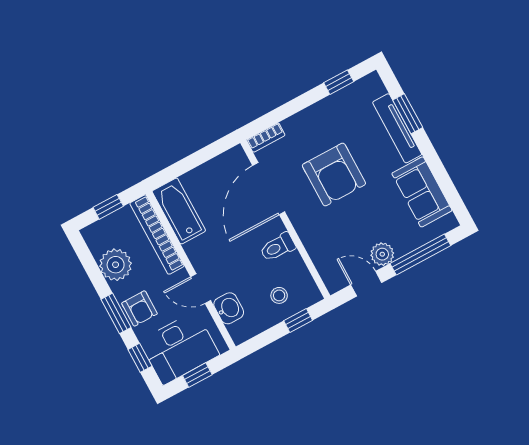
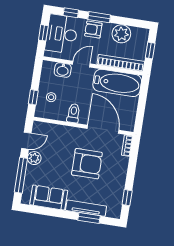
armchair: (334, 175) -> (87, 164), turned 180
bathtub: (179, 211) -> (117, 83), width x1.36, depth x1.36

